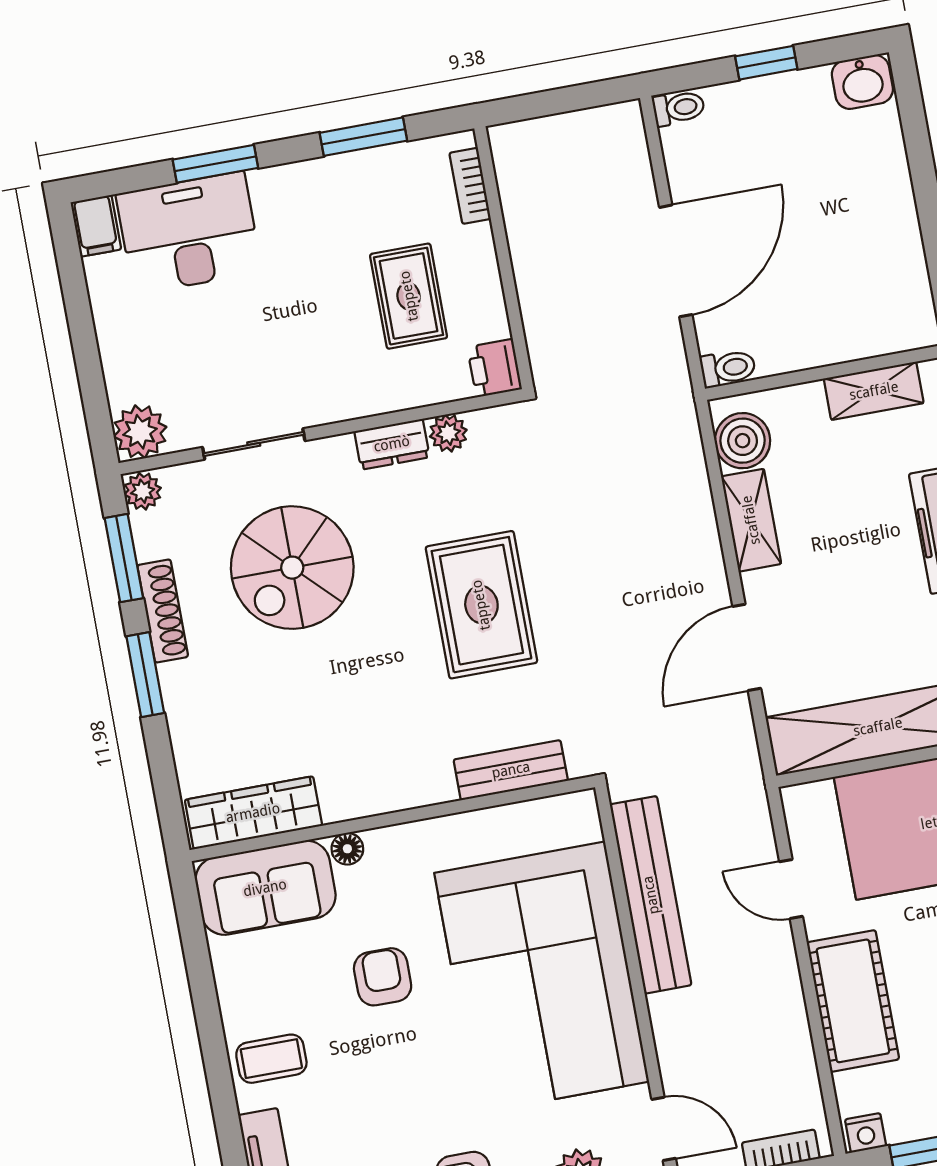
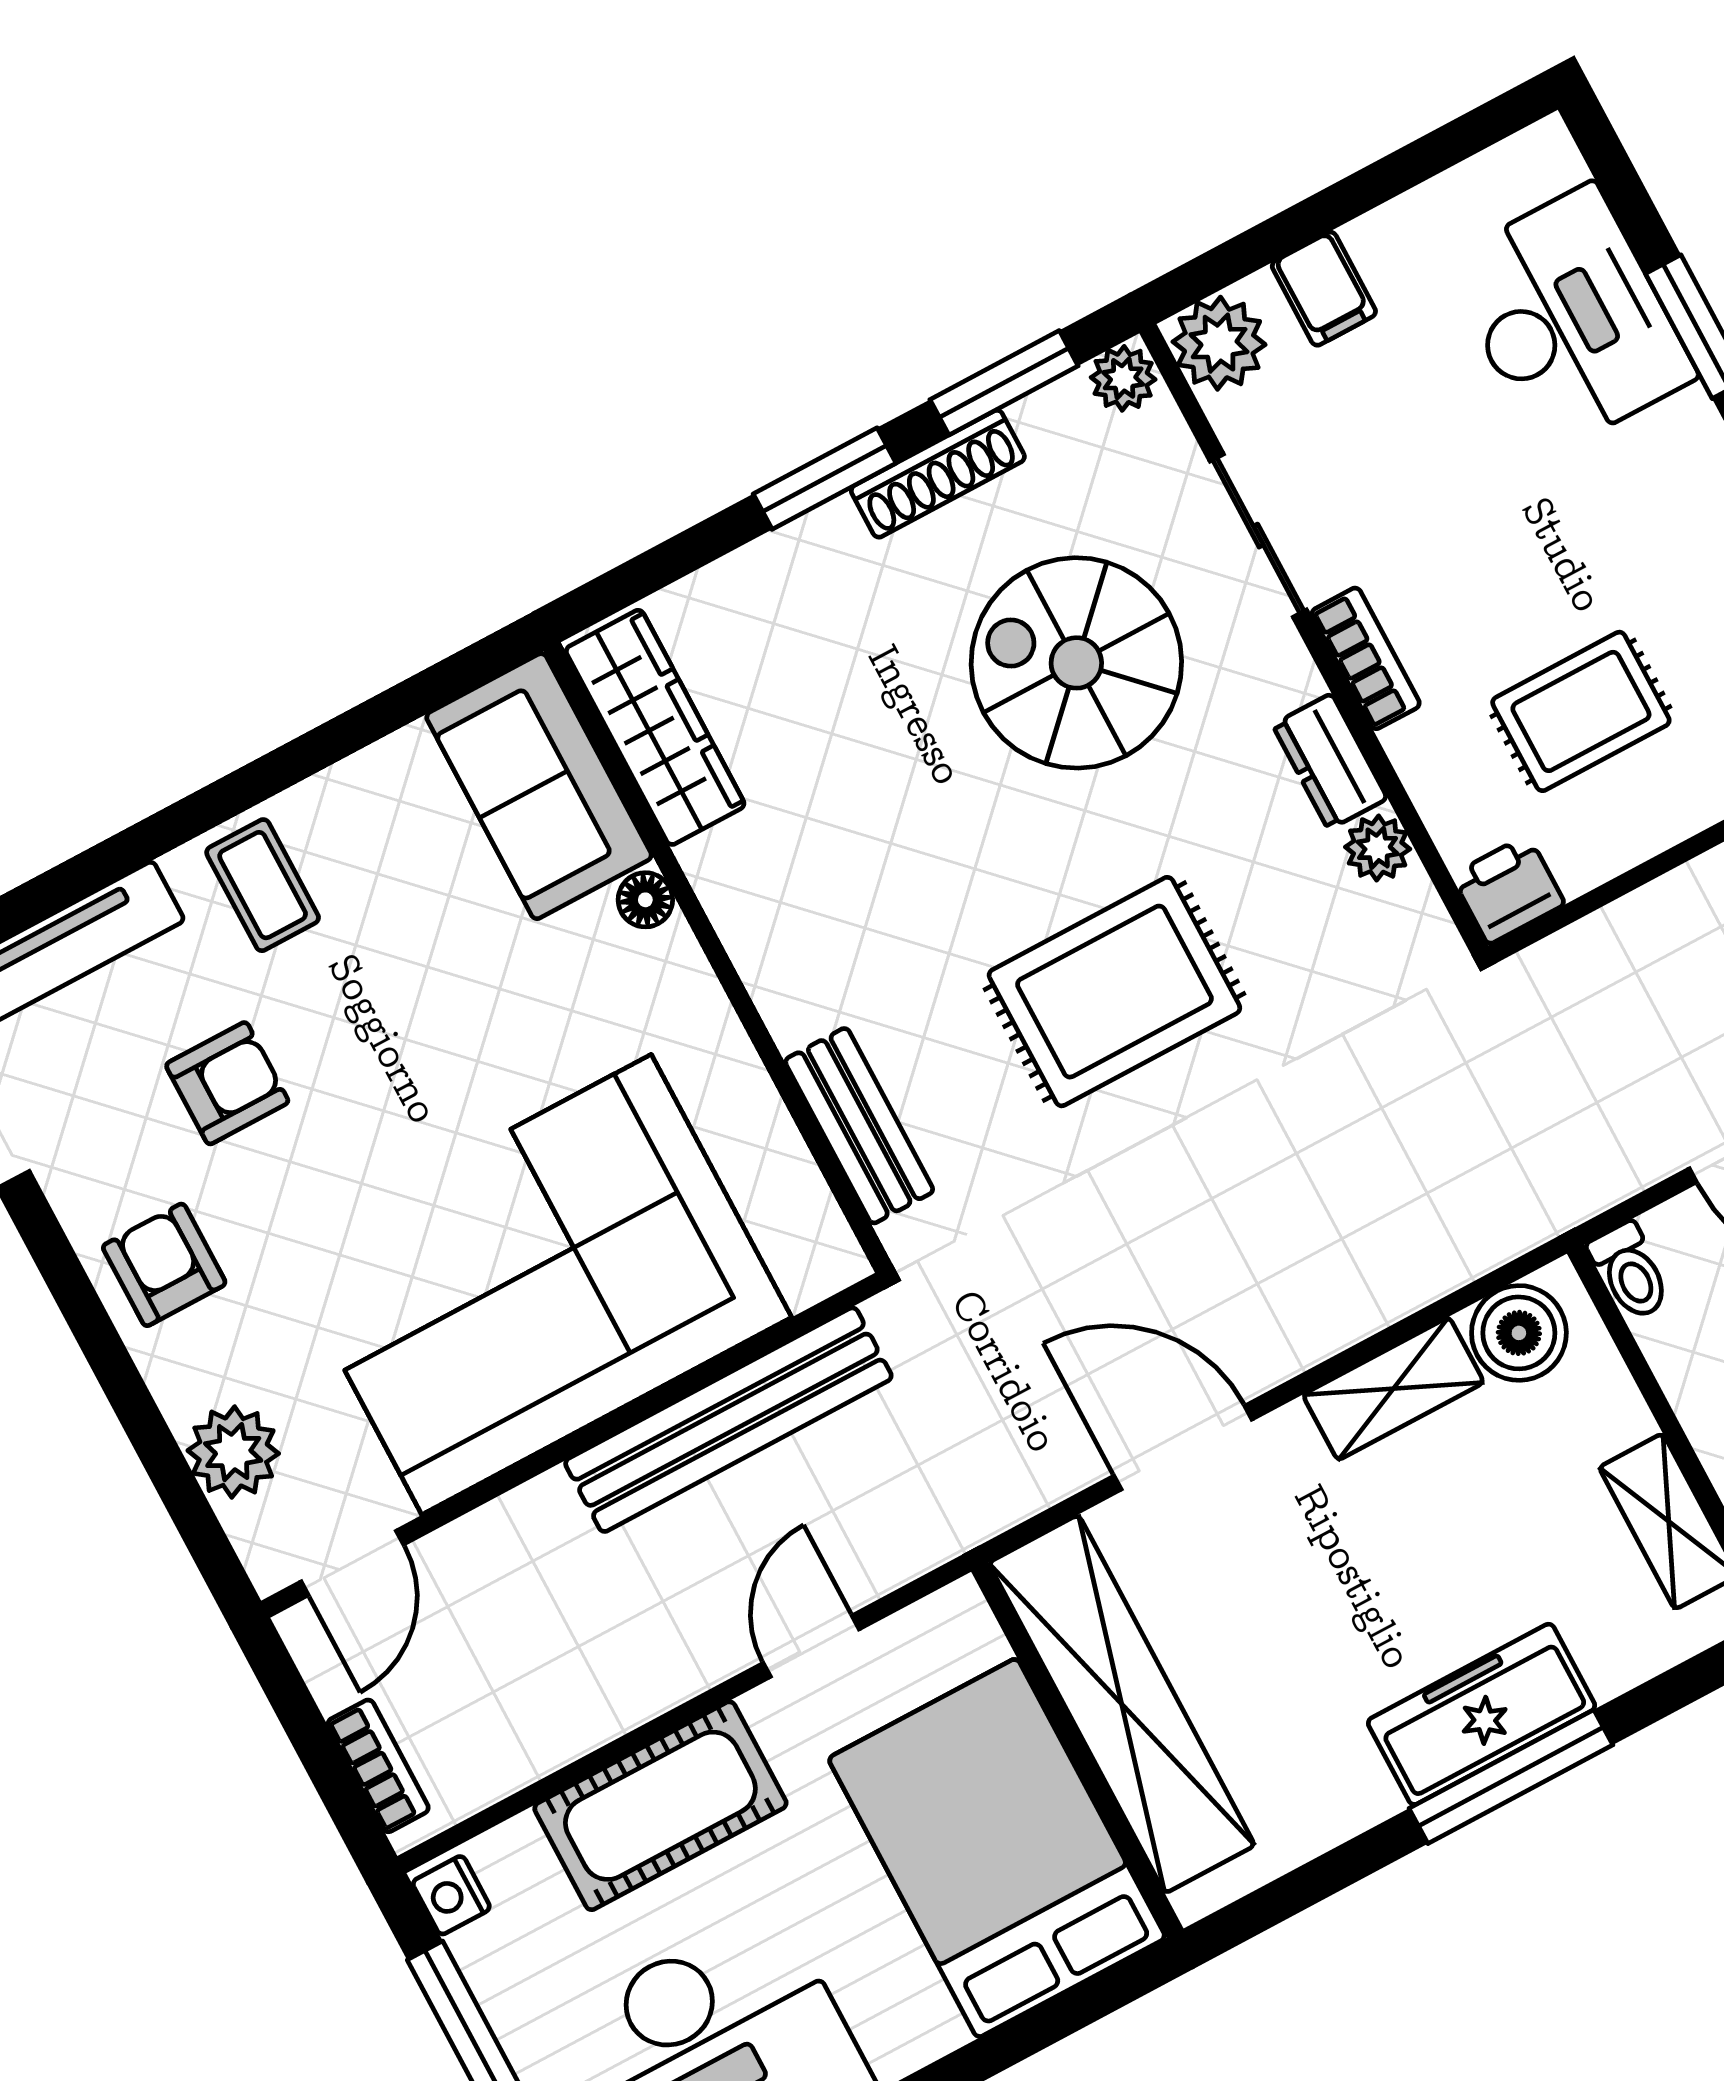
filing cabinet: (96, 226) -> (1324, 289), moved, turned -90
bookcase: (341, 406) -> (1366, 658), added
armchair: (383, 977) -> (227, 1083), moved

